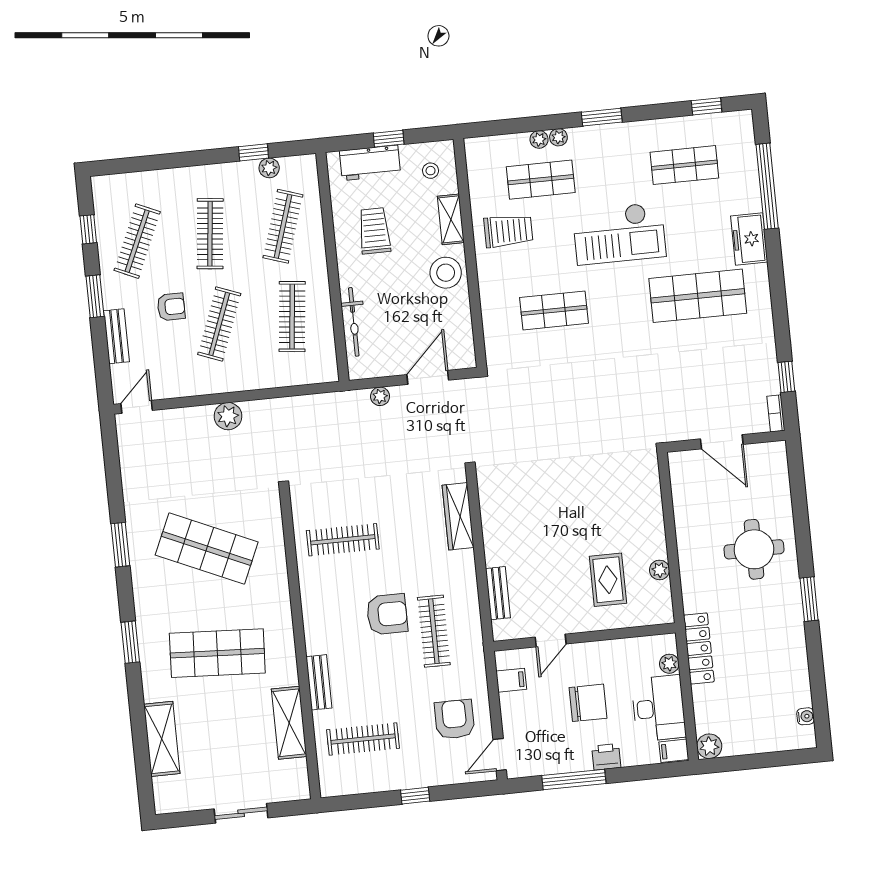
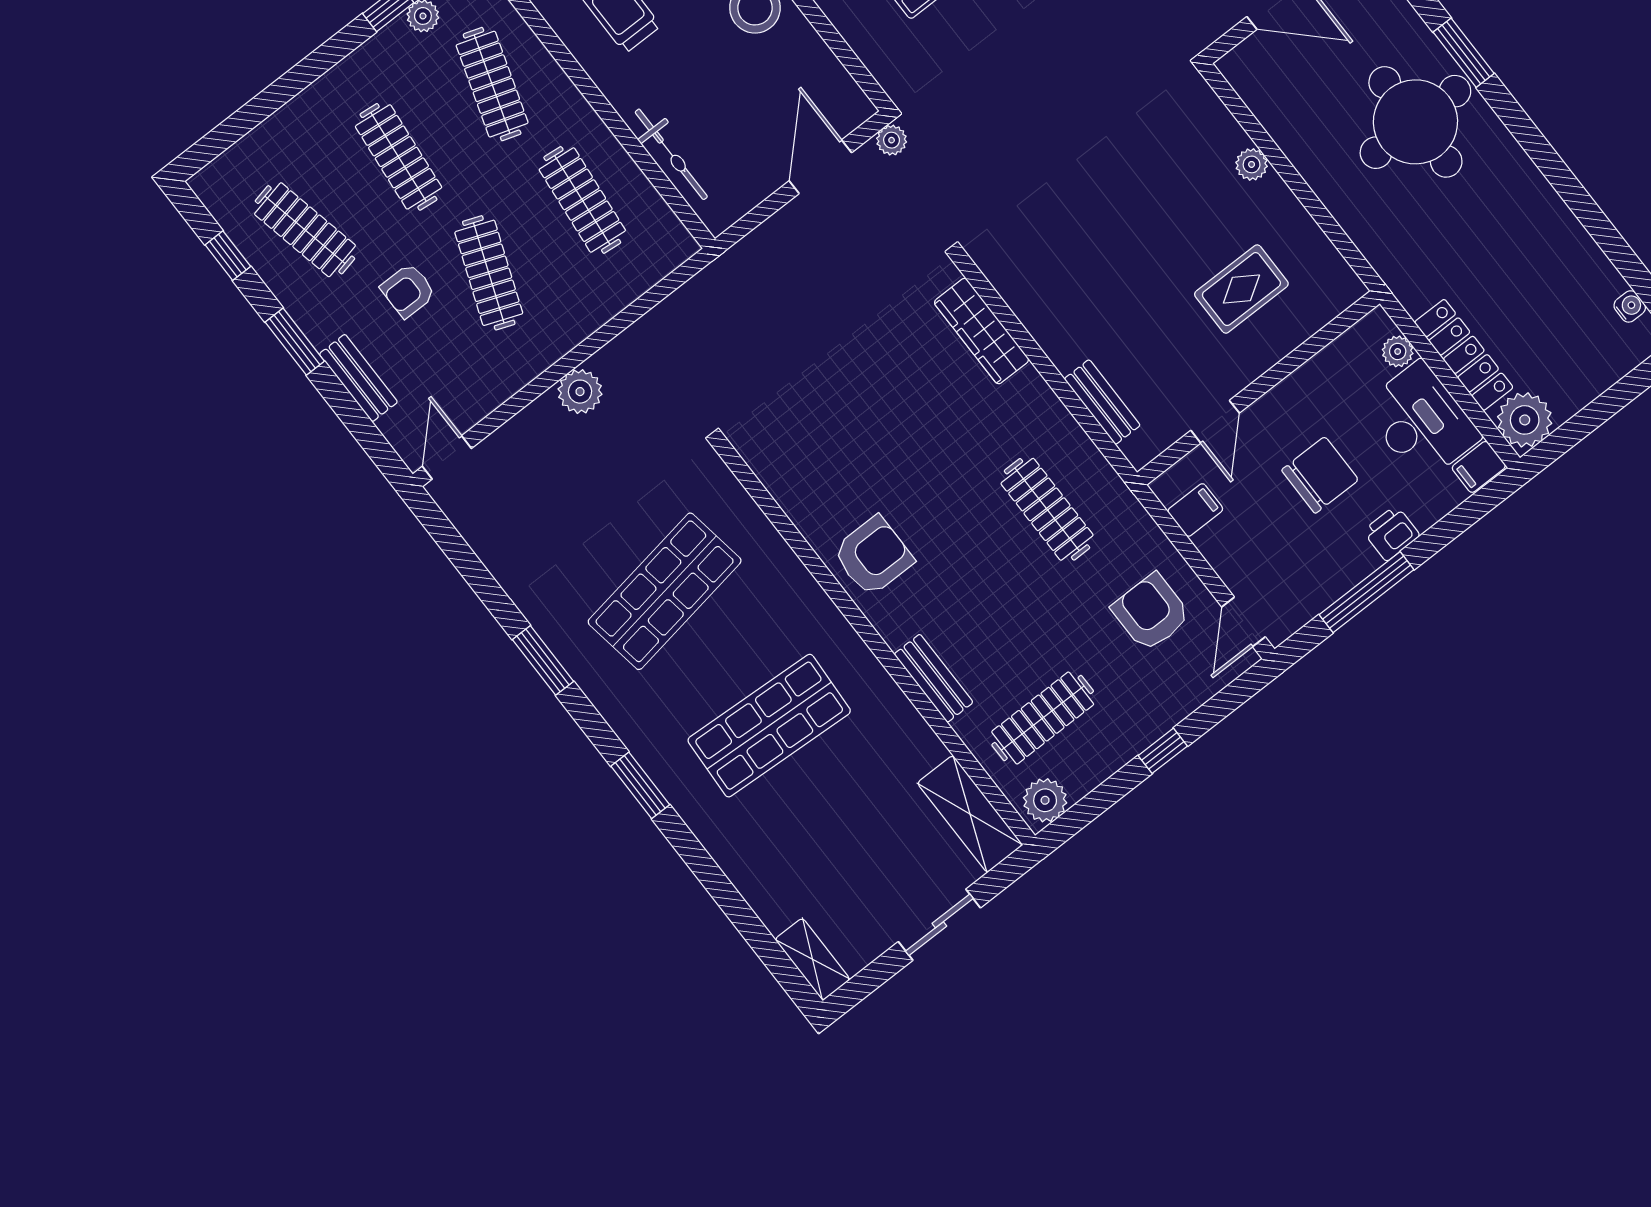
clothes rail: (137, 241) -> (305, 230), turned -36
armchair: (171, 307) -> (408, 291), turned 180
plant: (380, 396) -> (892, 140), moved
clothes rail: (343, 540) -> (844, 462), removed
shop shelf: (207, 548) -> (665, 591), turned -33
round table: (754, 549) -> (1415, 122), width x1.36, depth x1.36
plant: (659, 570) -> (1252, 164), moved
rug: (608, 580) -> (1241, 289), turned 90
window: (809, 599) -> (1464, 53), moved
armchair: (387, 614) -> (873, 556), moved
locker: (699, 648) -> (1464, 355), moved
shelving: (289, 723) -> (970, 814), moved
shelving: (162, 739) -> (812, 959), moved, width x0.67, depth x0.75
plant: (709, 746) -> (1525, 420), width x1.36, depth x1.36
plant: (337, 783) -> (1045, 800), added

